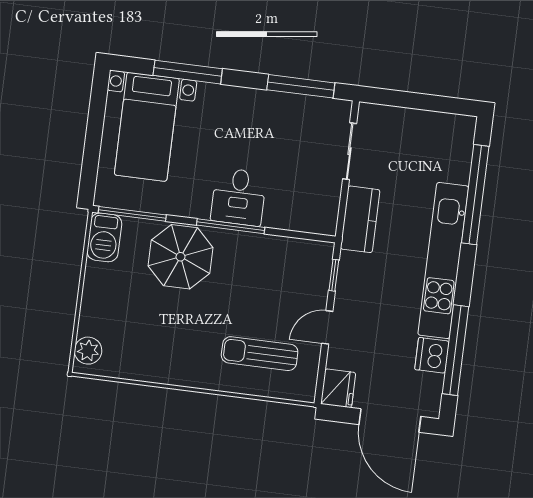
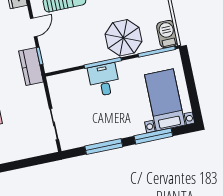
window: (301, 86) -> (104, 146), moved
kitchen counter: (360, 219) -> (31, 67), moved

